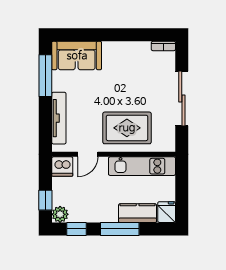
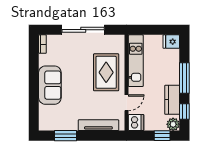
sofa: (77, 56) -> (50, 85), moved
window: (45, 76) -> (65, 136), width x0.69
door: (88, 154) -> (127, 103), hinge flipped
kitchen counter: (138, 213) -> (172, 100), moved

